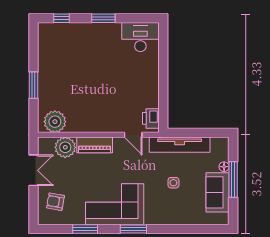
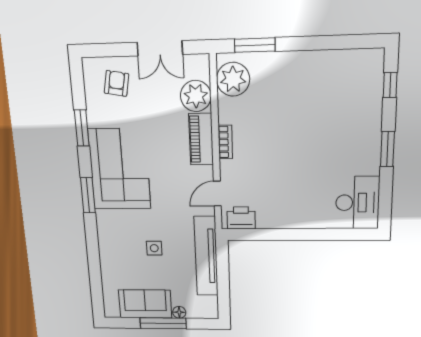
window: (33, 85) -> (255, 45), moved
bookcase: (97, 128) -> (225, 142), added

